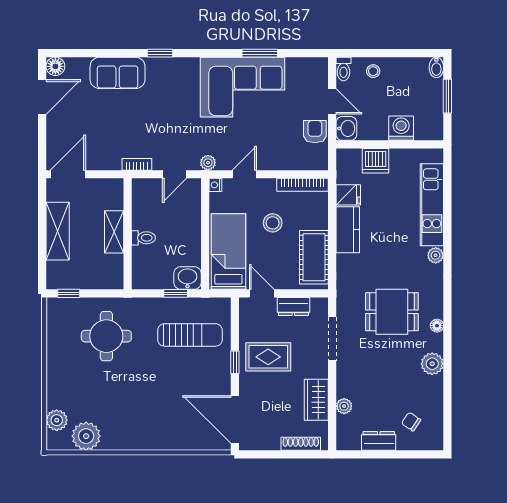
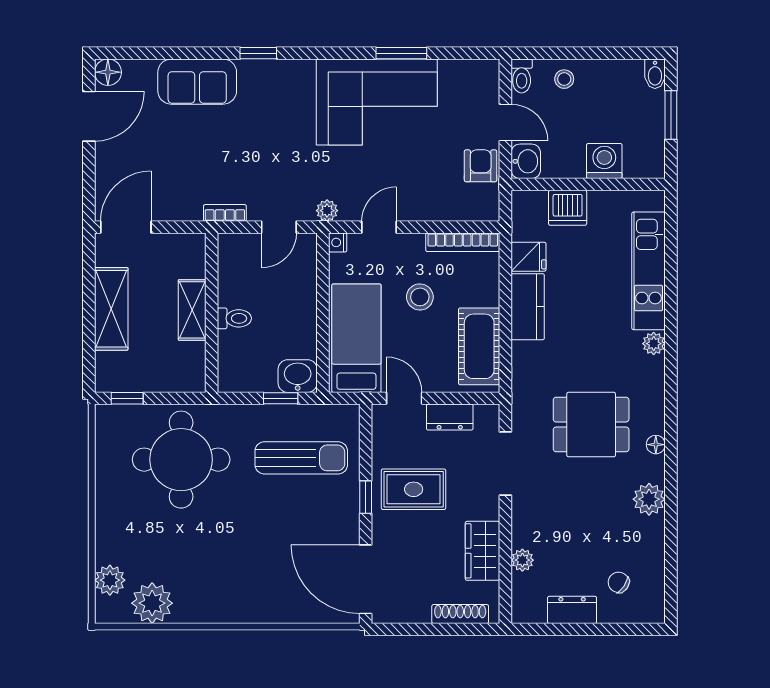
round table: (106, 336) -> (181, 460), width x1.36, depth x1.36

